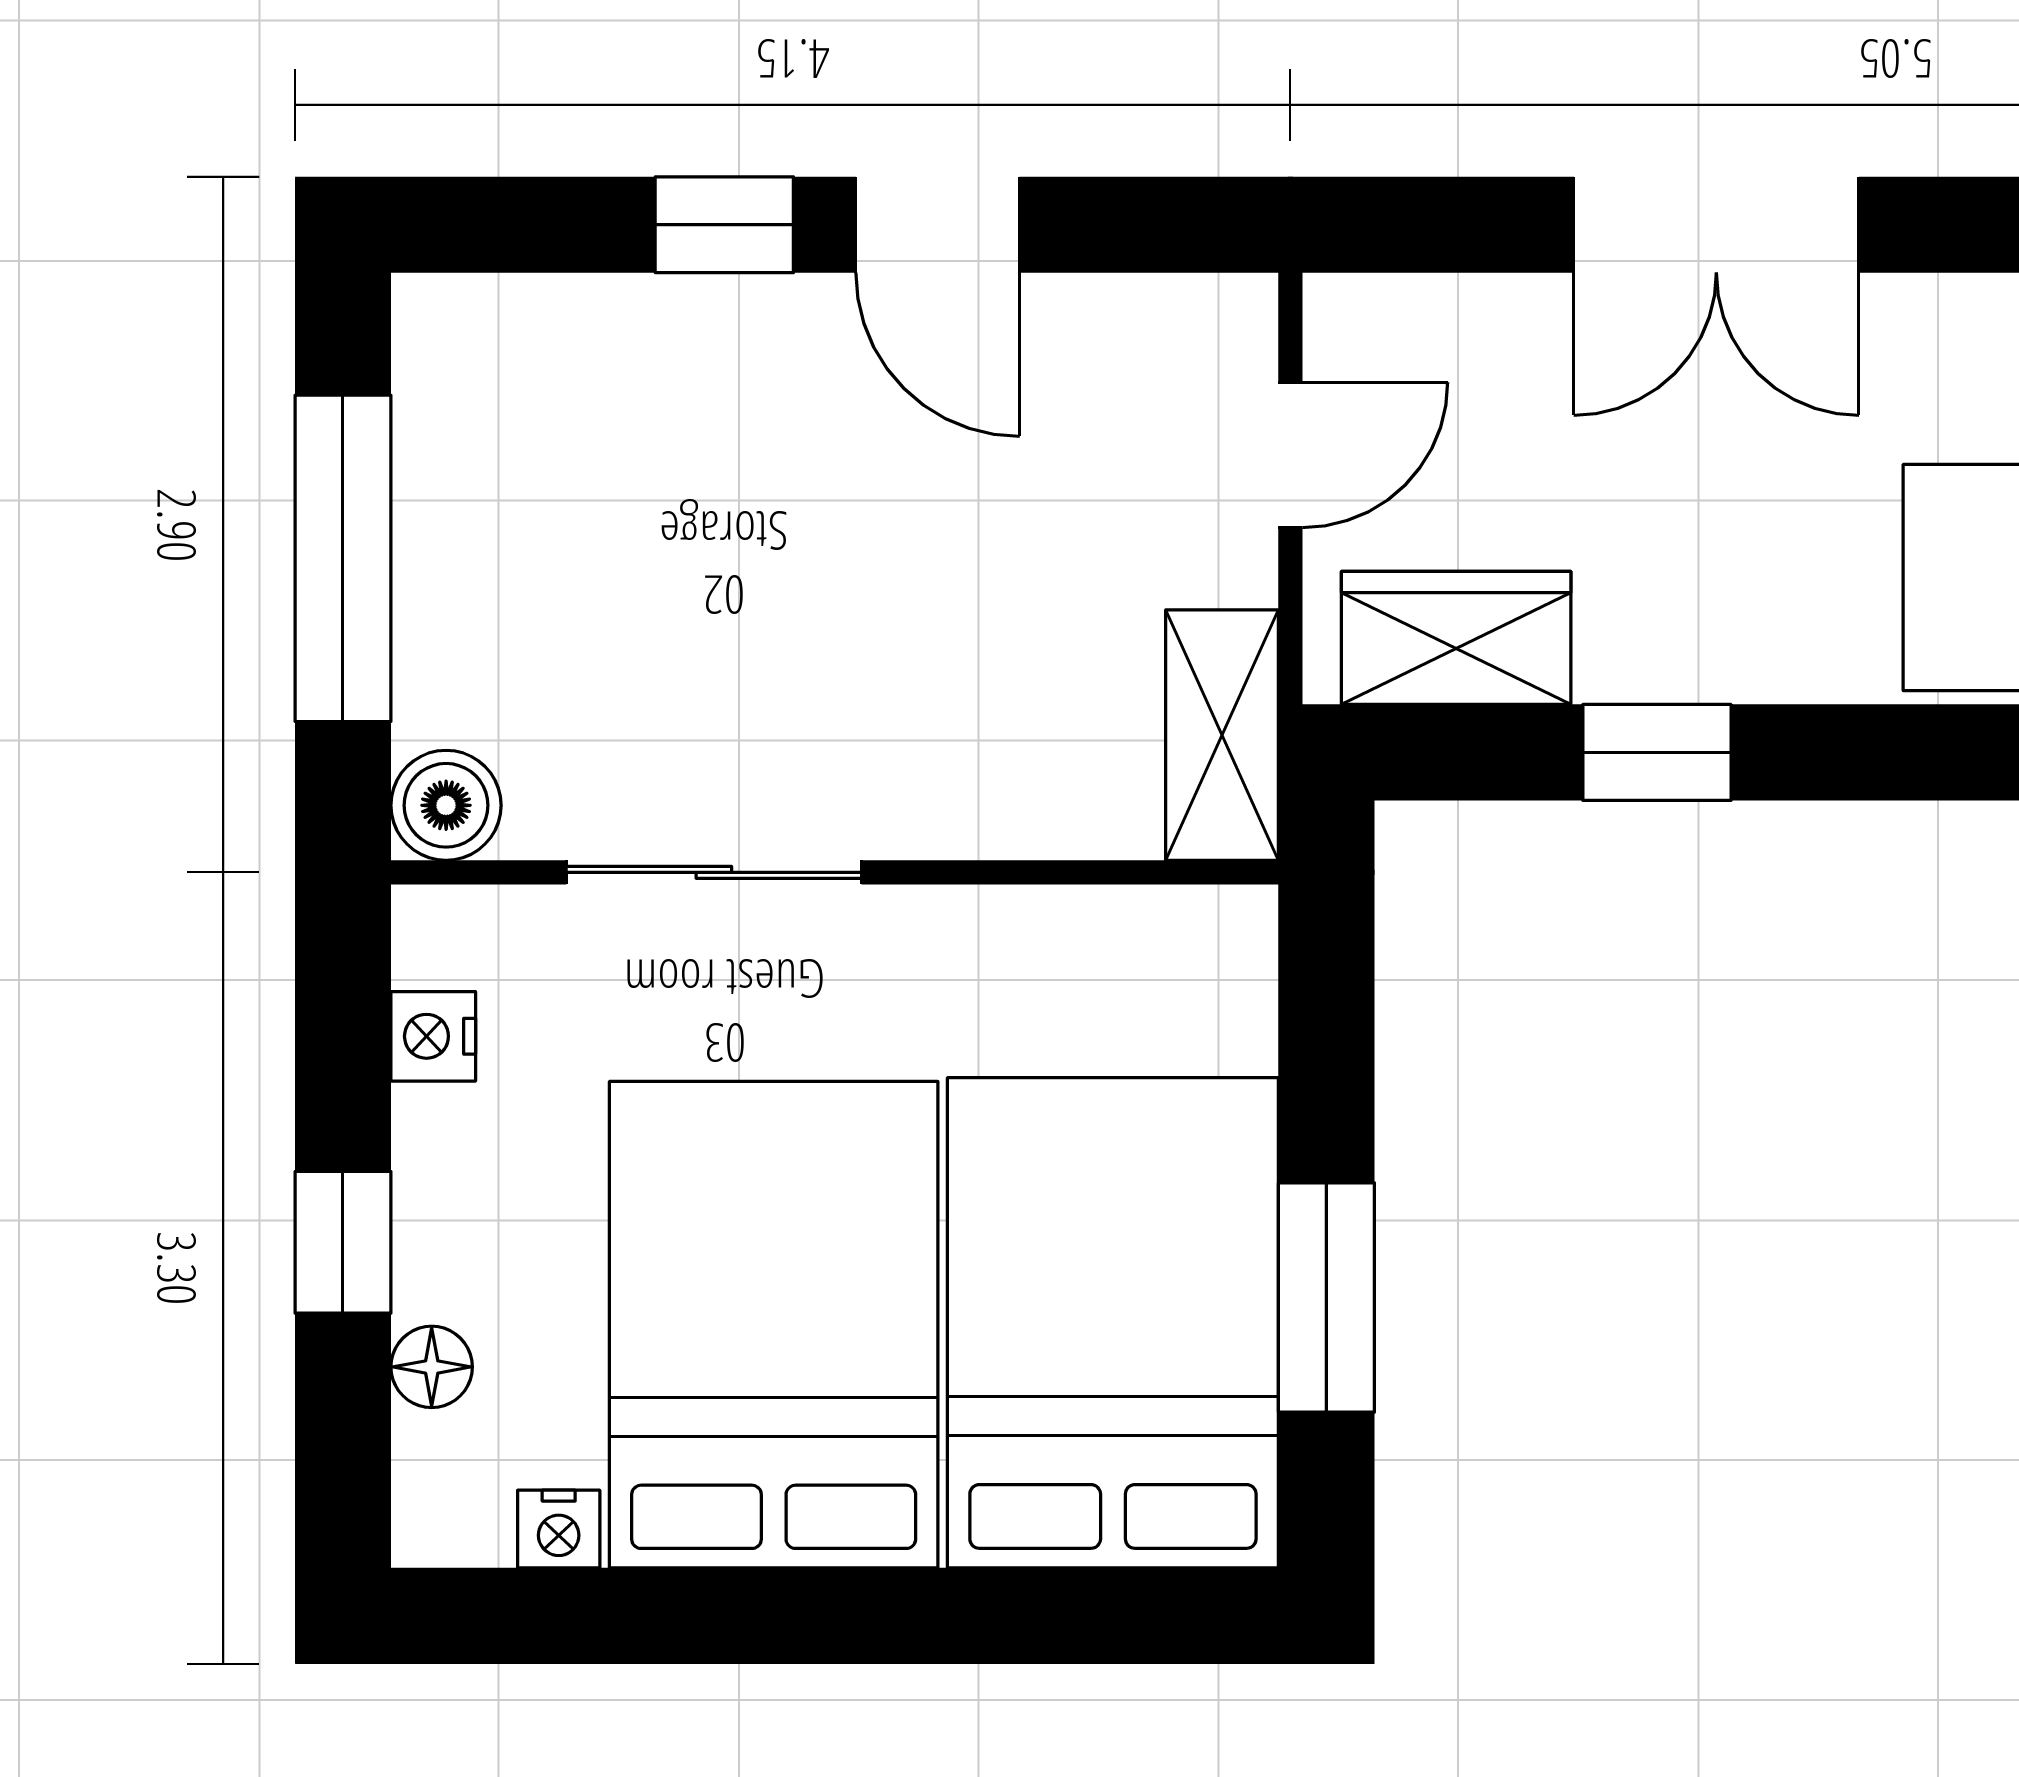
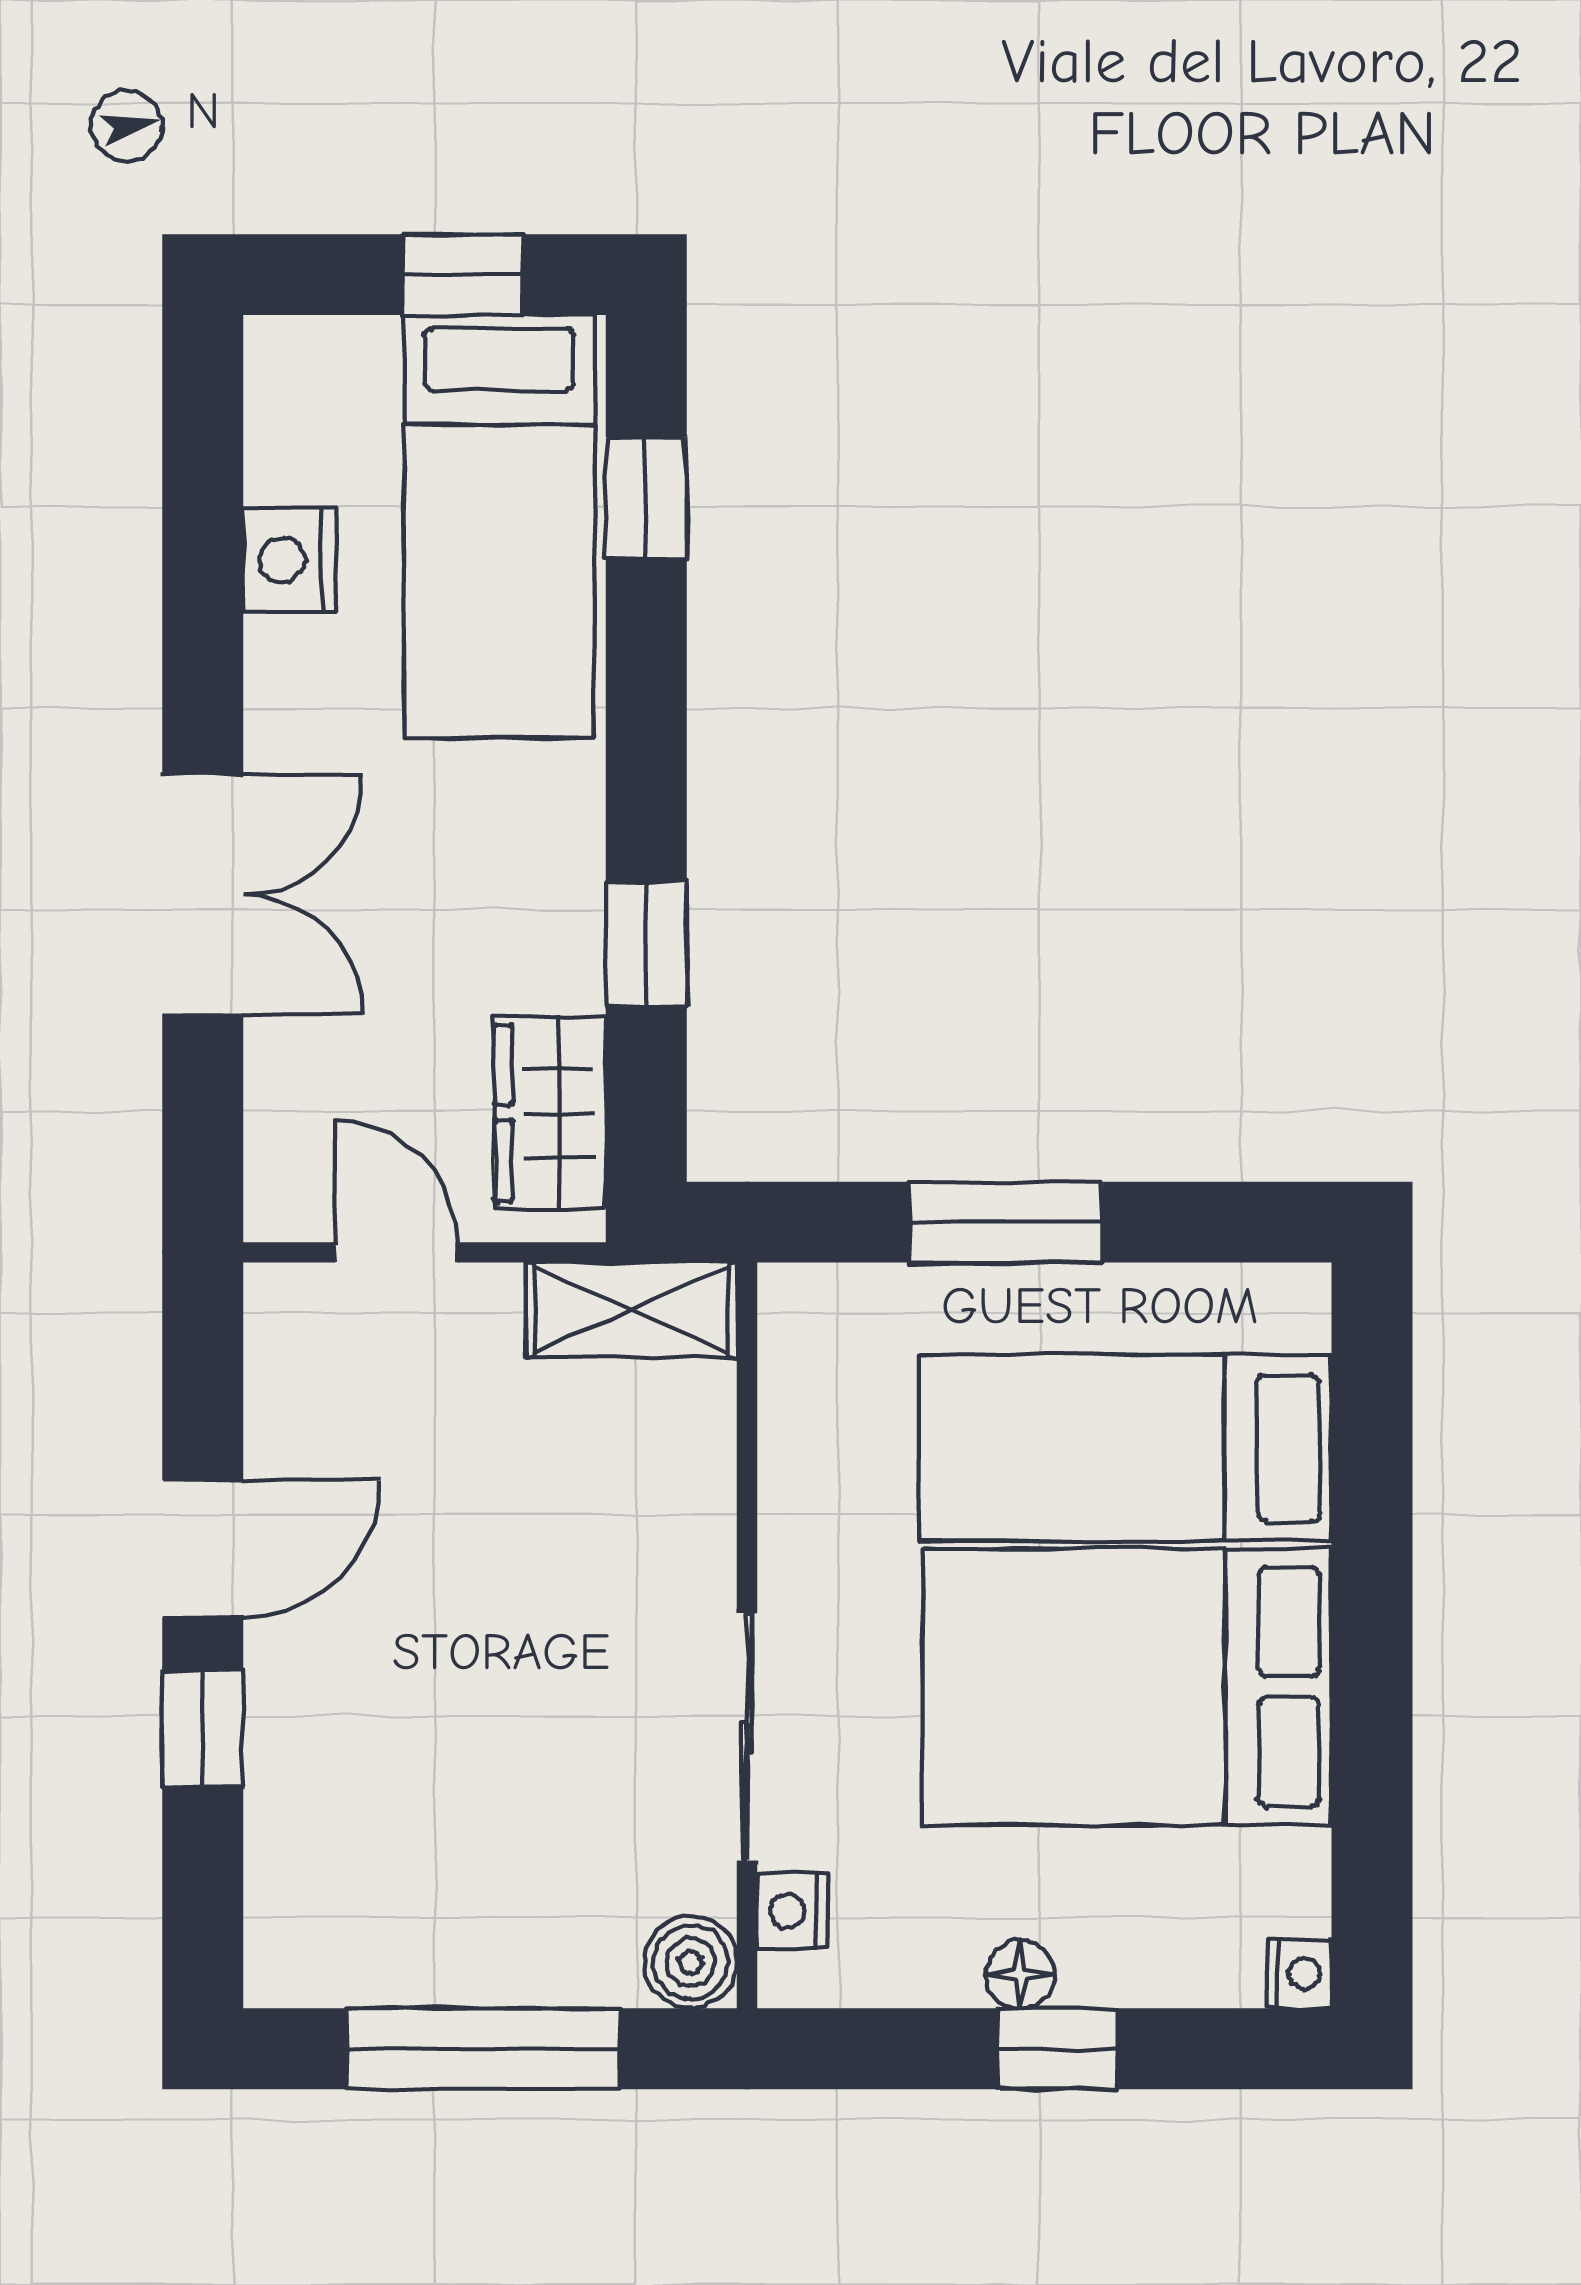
nightstand: (433, 1036) -> (793, 1911), moved, turned 90
window: (1326, 1298) -> (1006, 1222), moved
bed: (1113, 1323) -> (1126, 1448), width x0.67
floor lamp: (432, 1367) -> (1020, 1974), moved
nightstand: (559, 1529) -> (1299, 1974), moved

